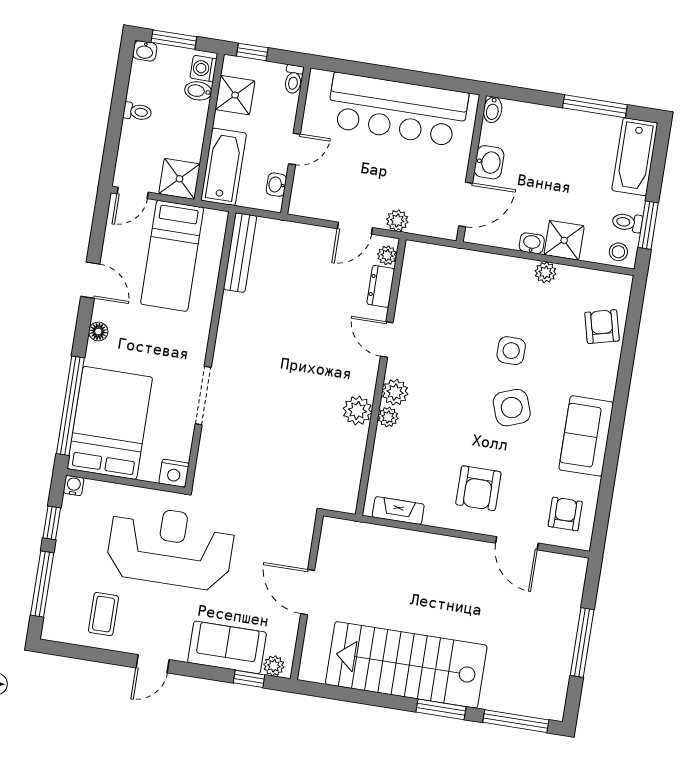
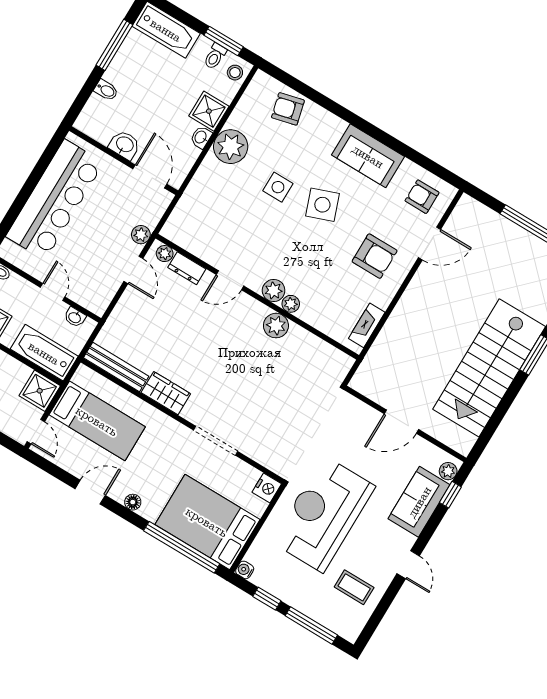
bidet: (493, 110) -> (106, 90), moved
plant: (545, 272) -> (231, 147), width x1.87, depth x1.87
wardrobe: (233, 319) -> (166, 393), added

